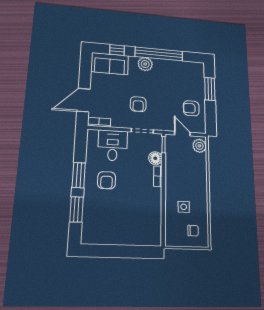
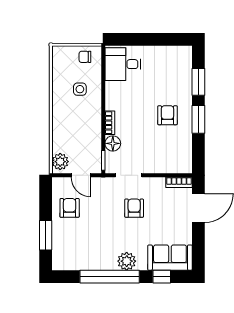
armchair: (191, 108) -> (70, 208), turned -90
desk: (113, 145) -> (123, 64), moved, turned 90
chair: (193, 231) -> (85, 57), moved

